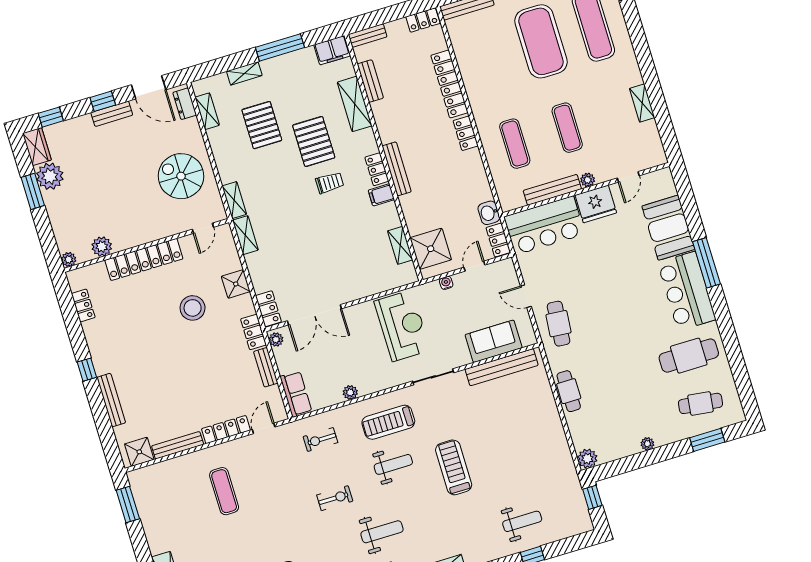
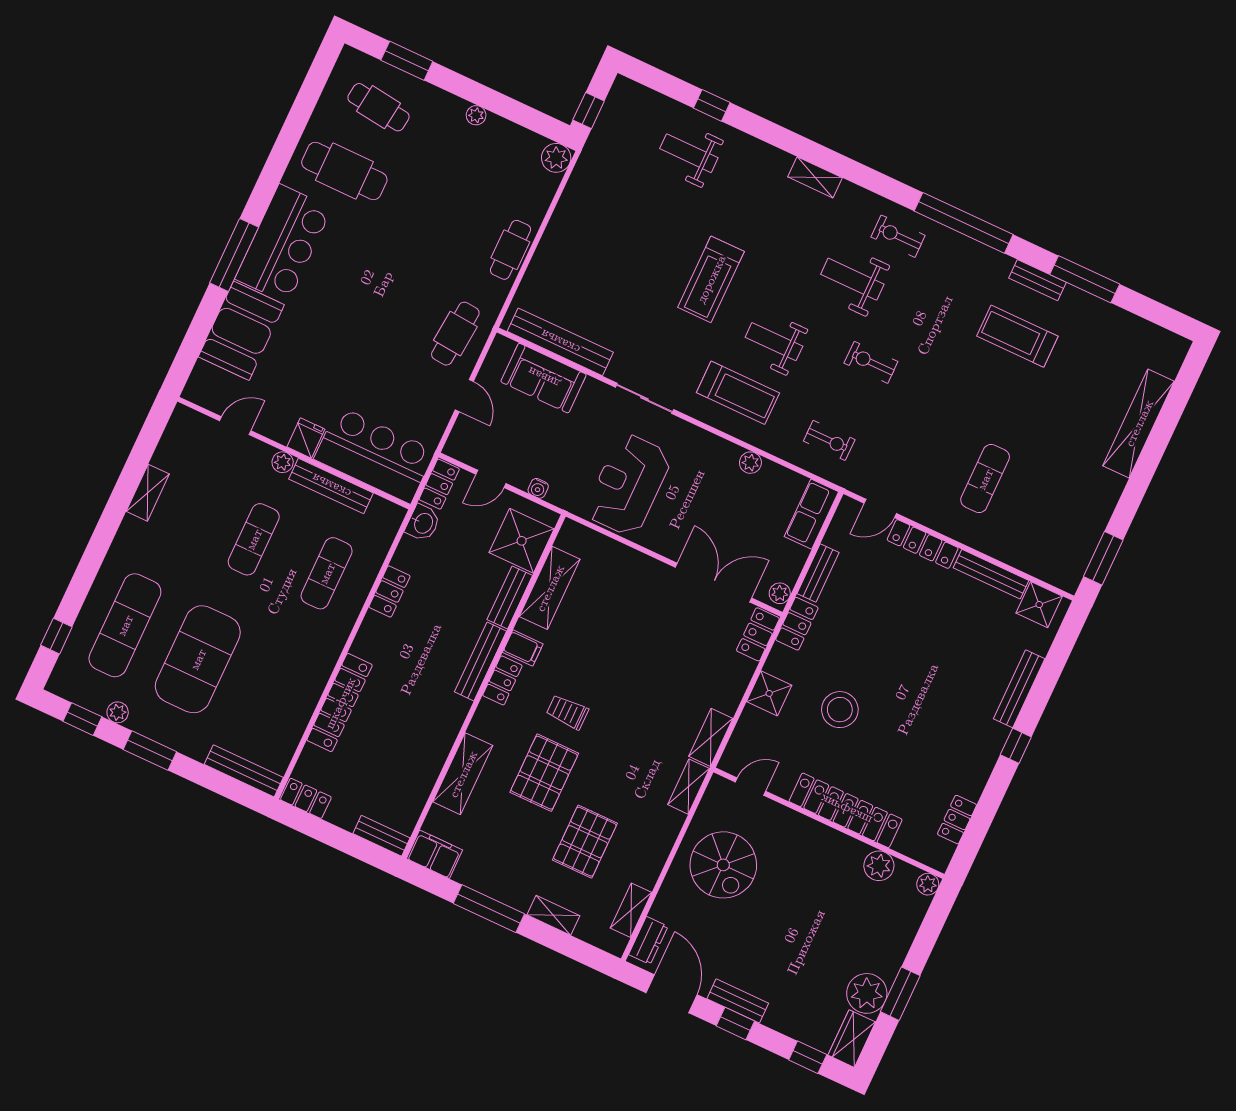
bench: (370, 81) -> (510, 597), moved
locker: (466, 133) -> (389, 591), moved
fridge: (596, 204) -> (306, 438), width x0.53, depth x0.75
shelving: (400, 245) -> (550, 588), width x1.50, depth x1.33

